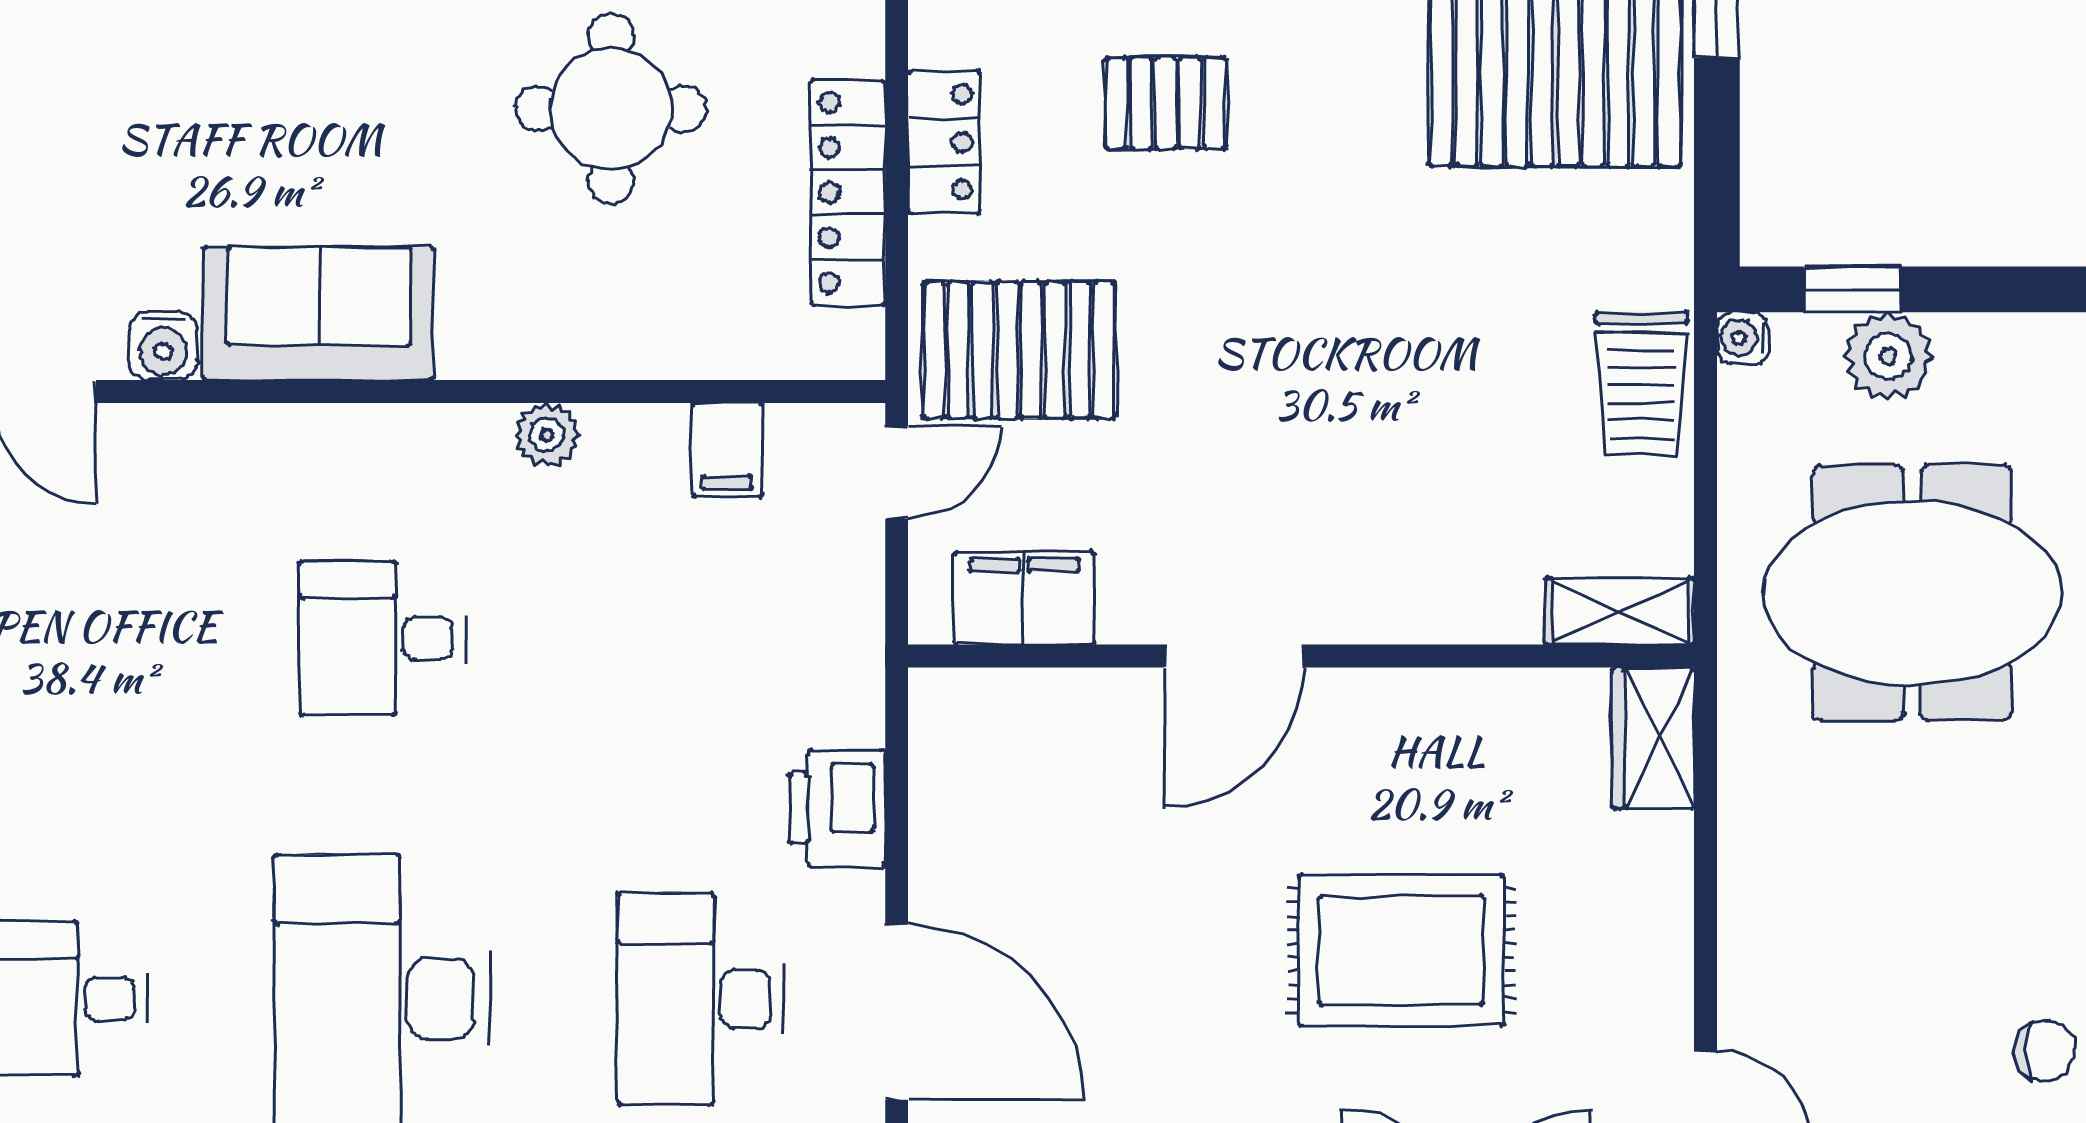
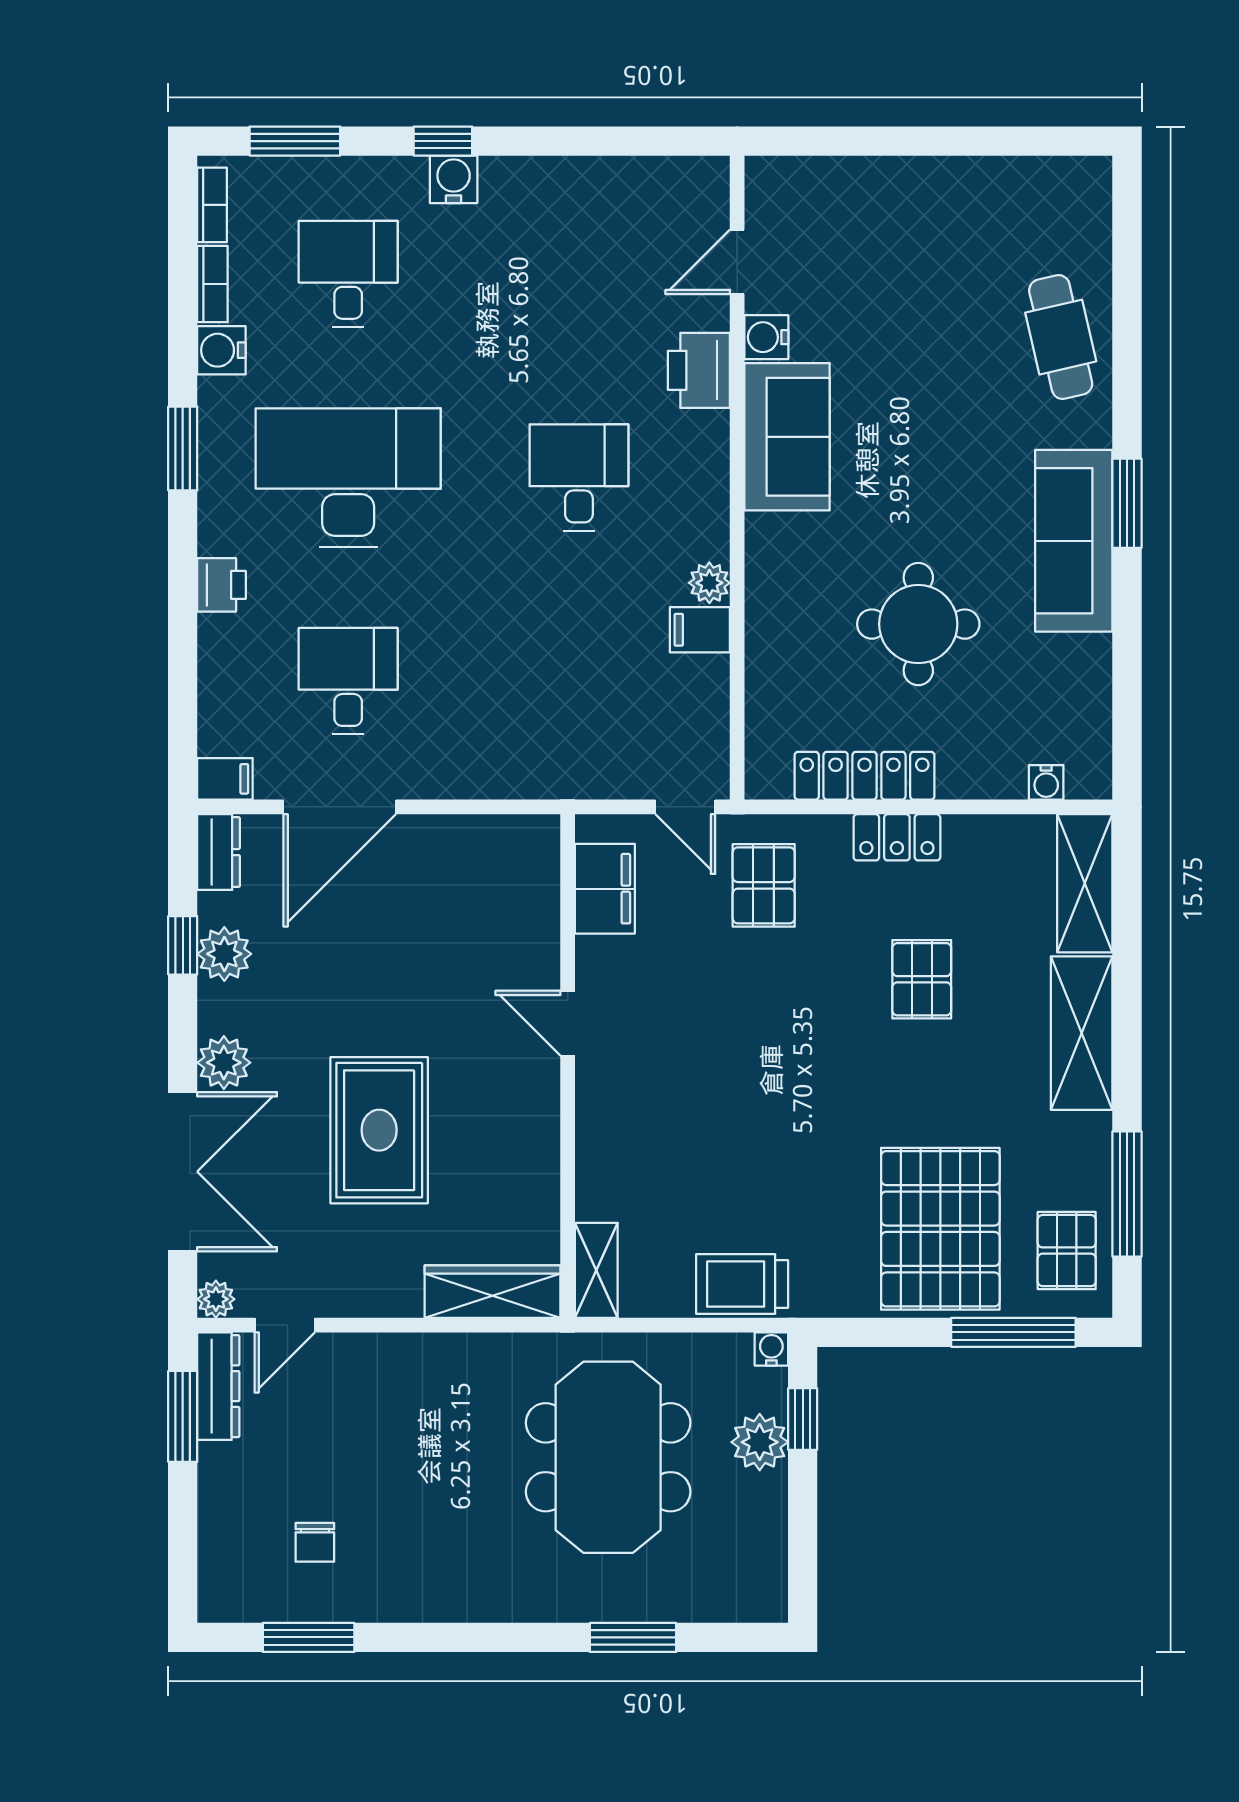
pallet: (1019, 350) -> (764, 885), width x0.67, depth x0.71
filing cabinet: (727, 450) -> (700, 630), moved
door: (1234, 656) -> (568, 1023), width x0.73
wardrobe: (1653, 738) -> (493, 1292), width x1.50
printer: (837, 808) -> (699, 370), moved, turned -90
desk: (700, 999) -> (348, 681), width x0.73

